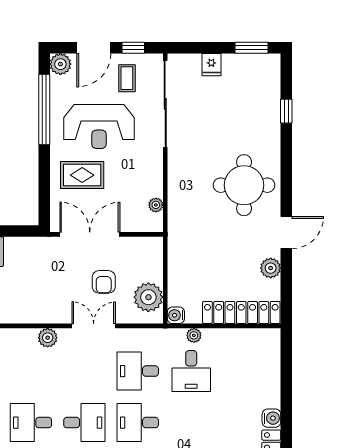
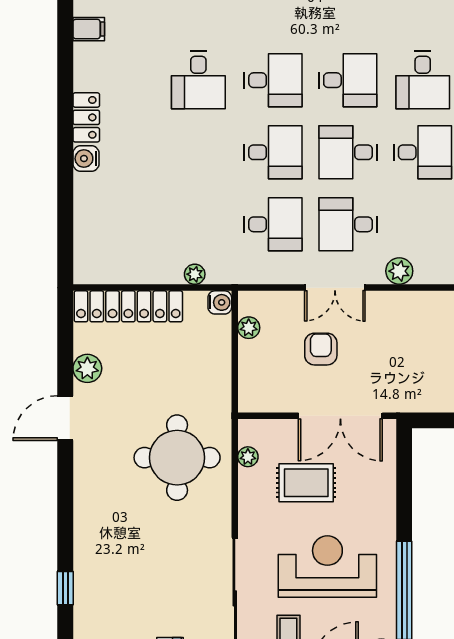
rug: (82, 175) -> (306, 483), moved
round table: (244, 185) -> (177, 458), moved
plant: (148, 297) -> (249, 328), width x0.53, depth x0.53
desk: (191, 371) -> (348, 224), moved, turned -90

